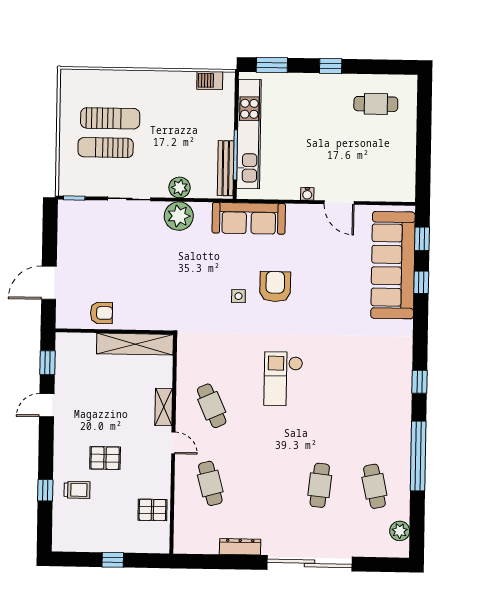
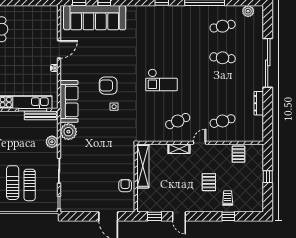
plant: (179, 216) -> (68, 132), moved

